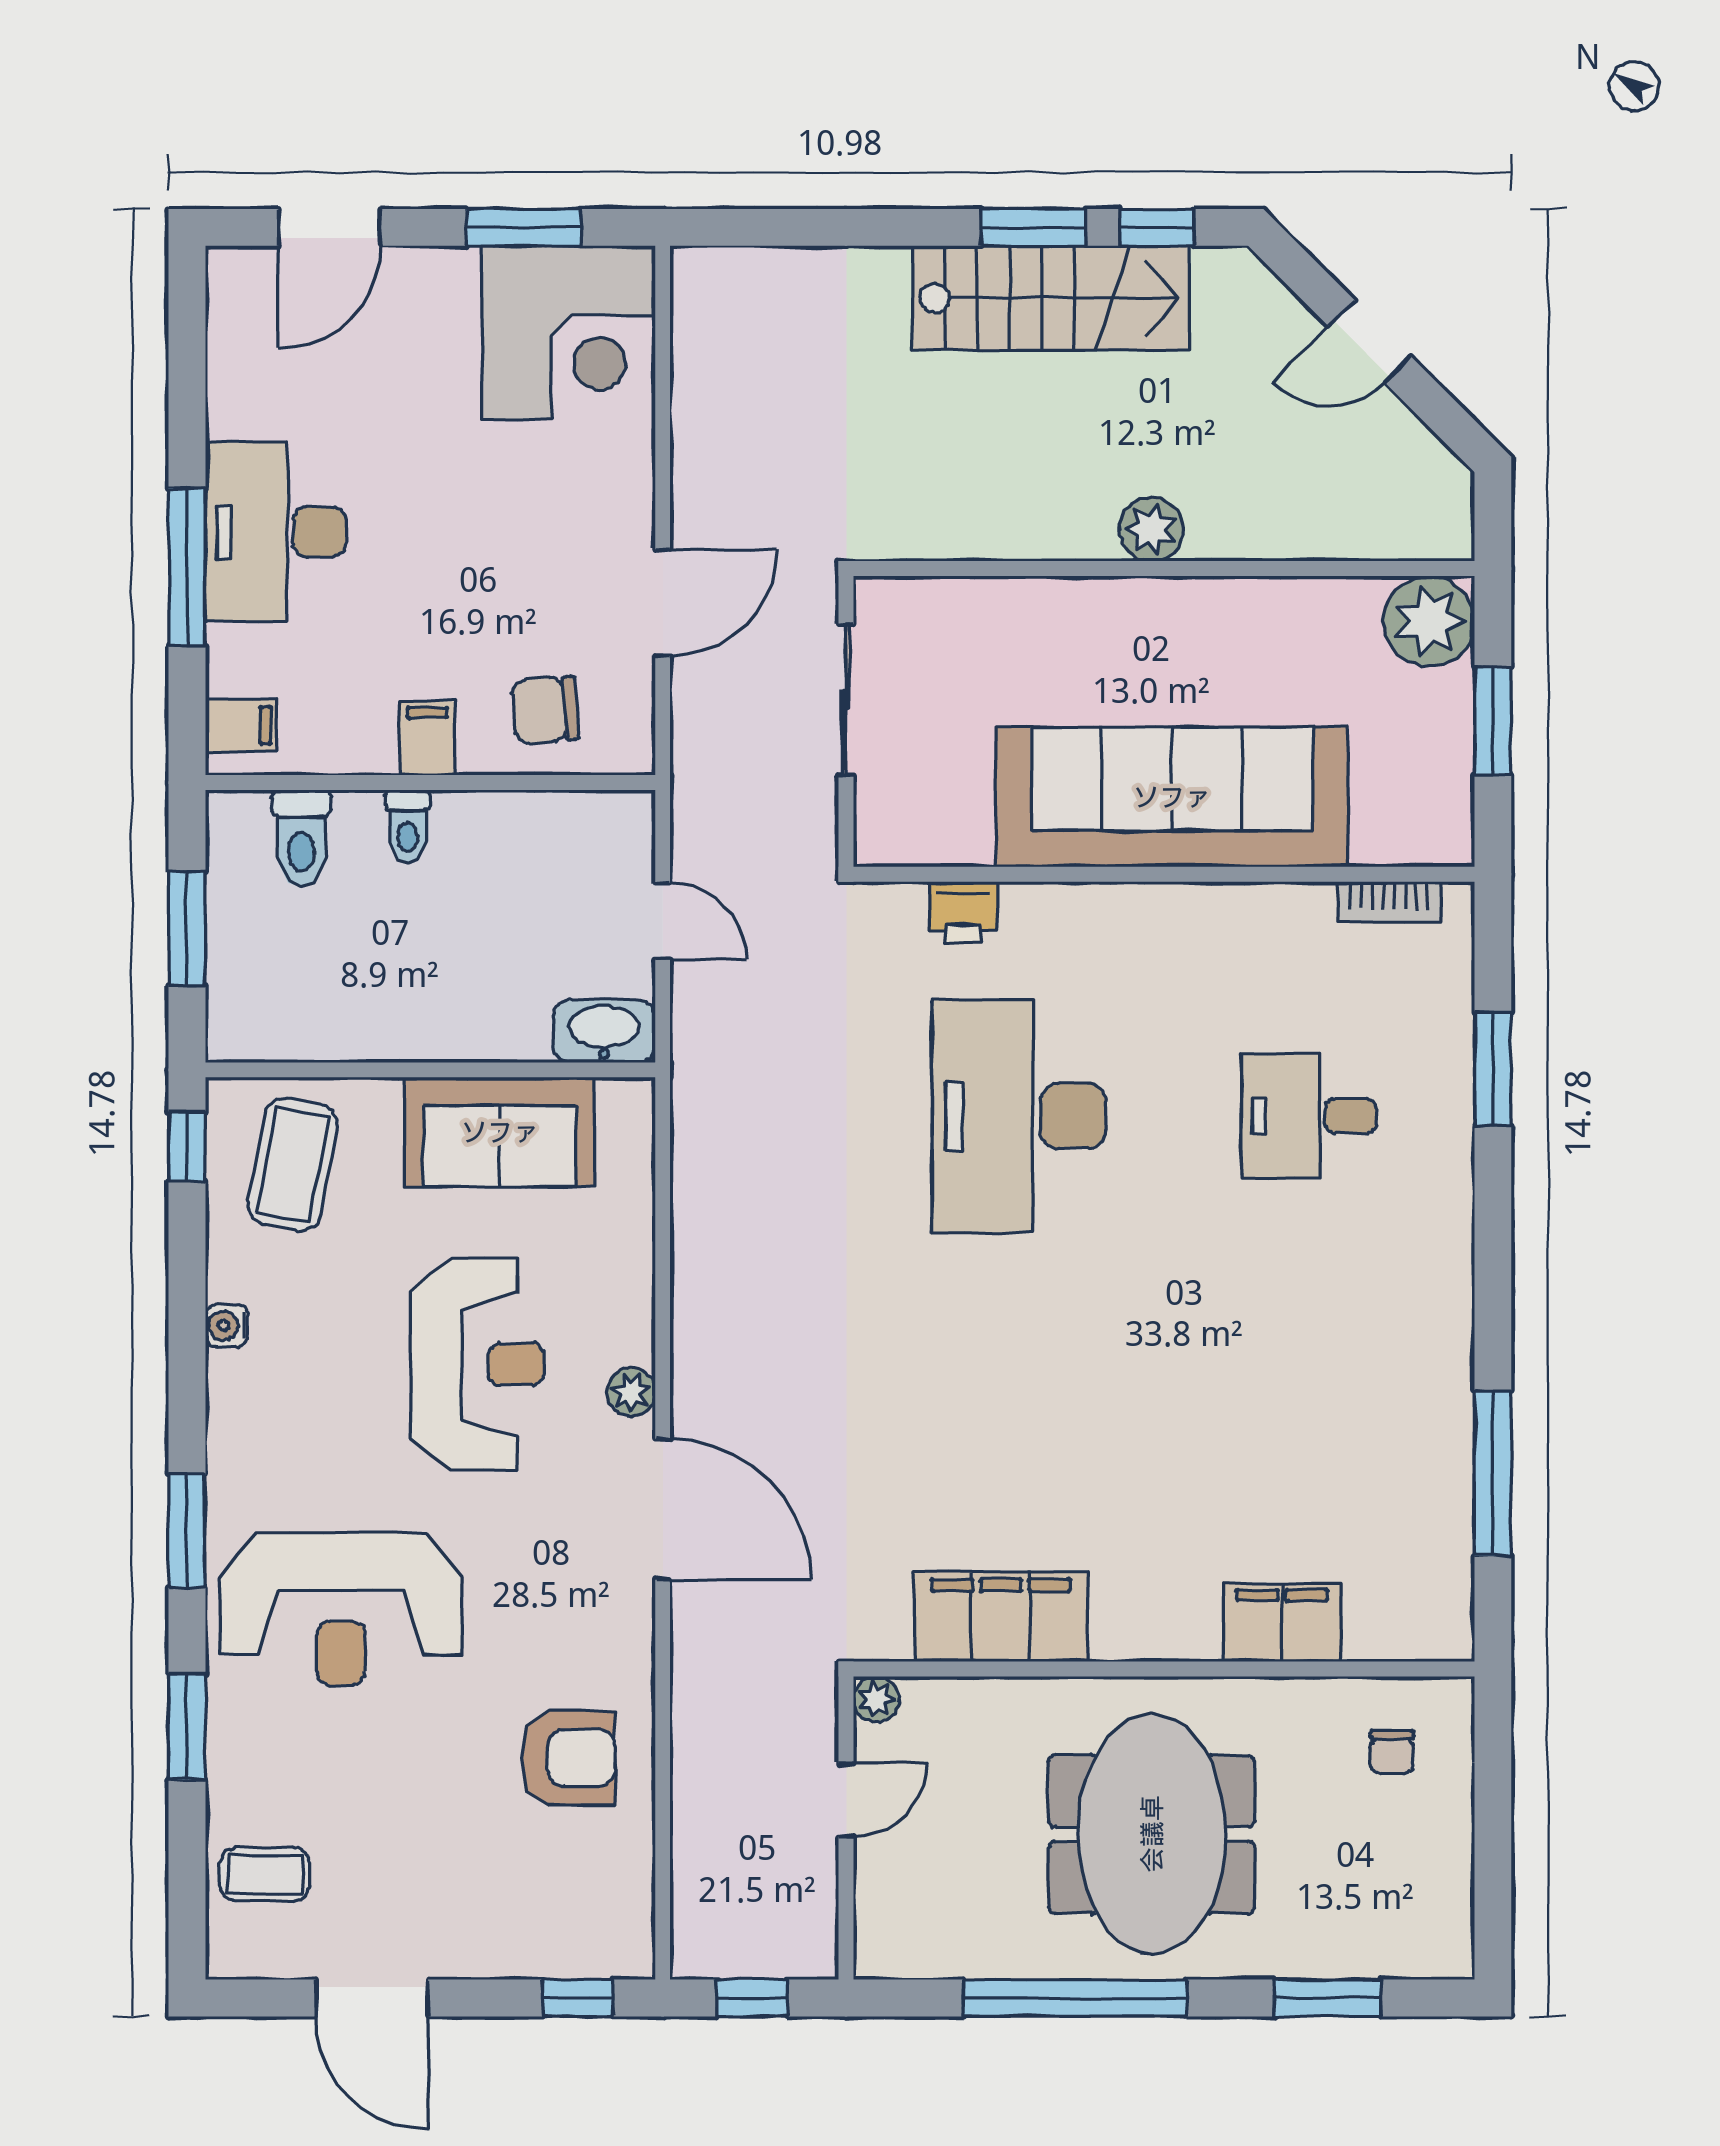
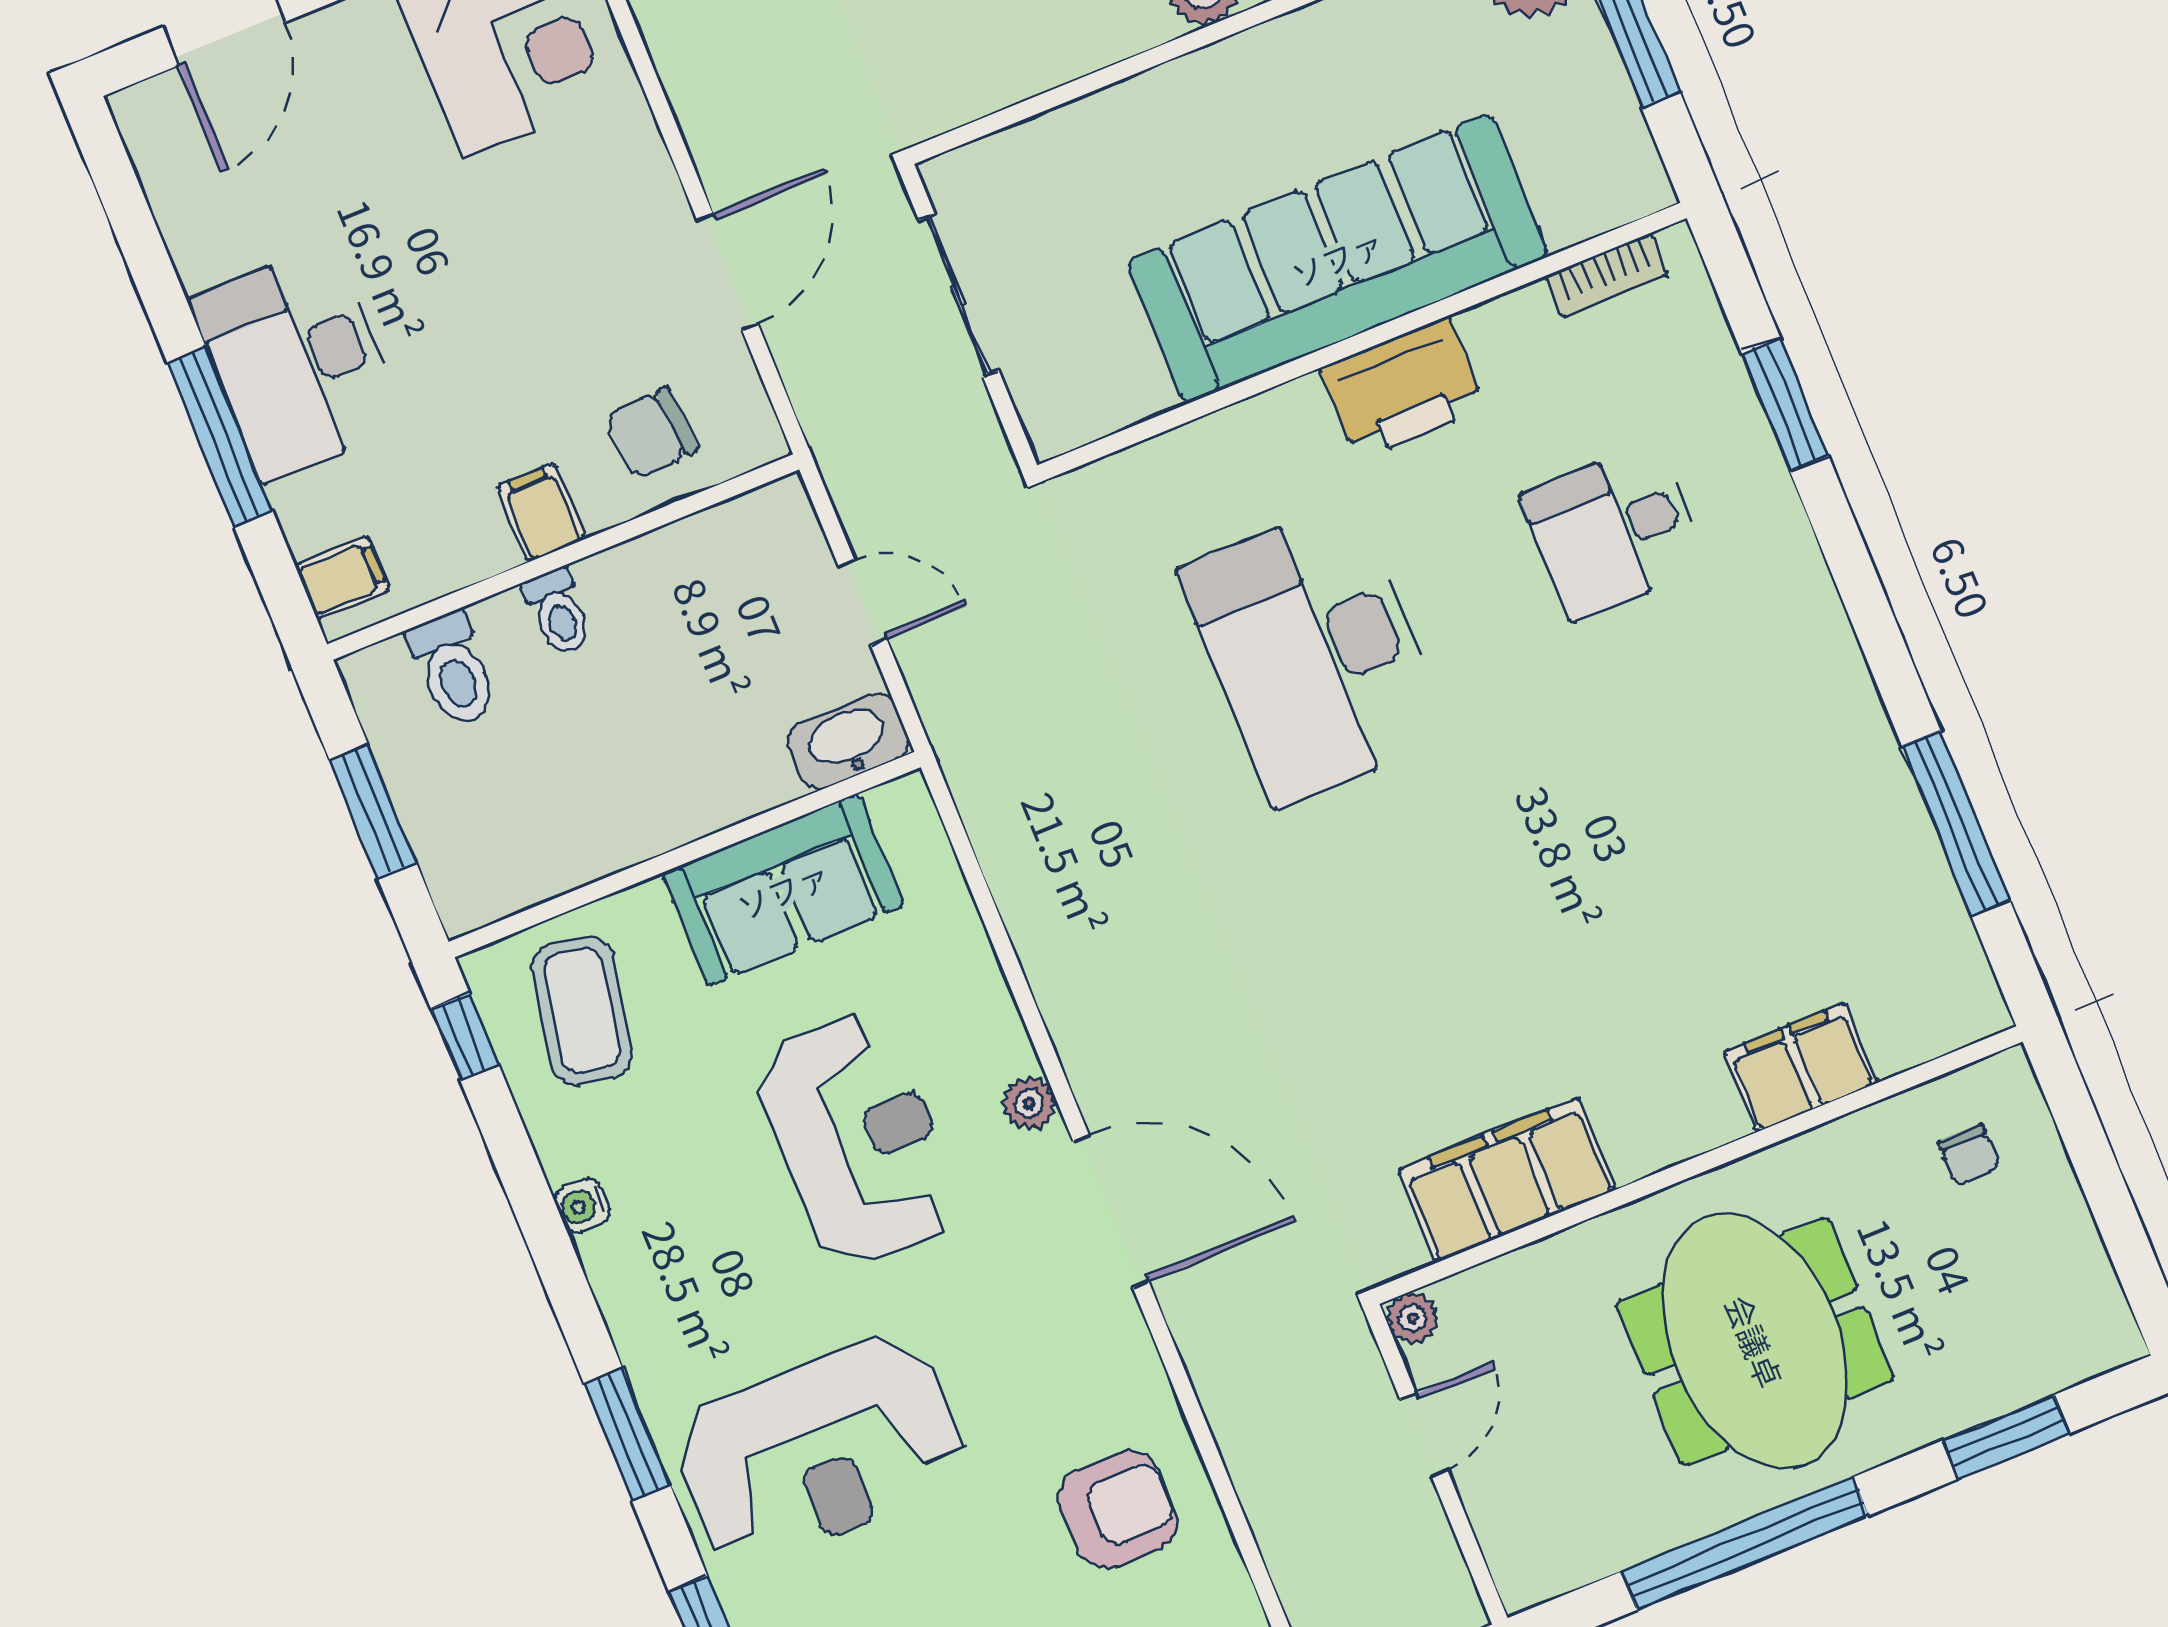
printer: (963, 912) -> (1403, 389), moved, width x1.87, depth x1.48

